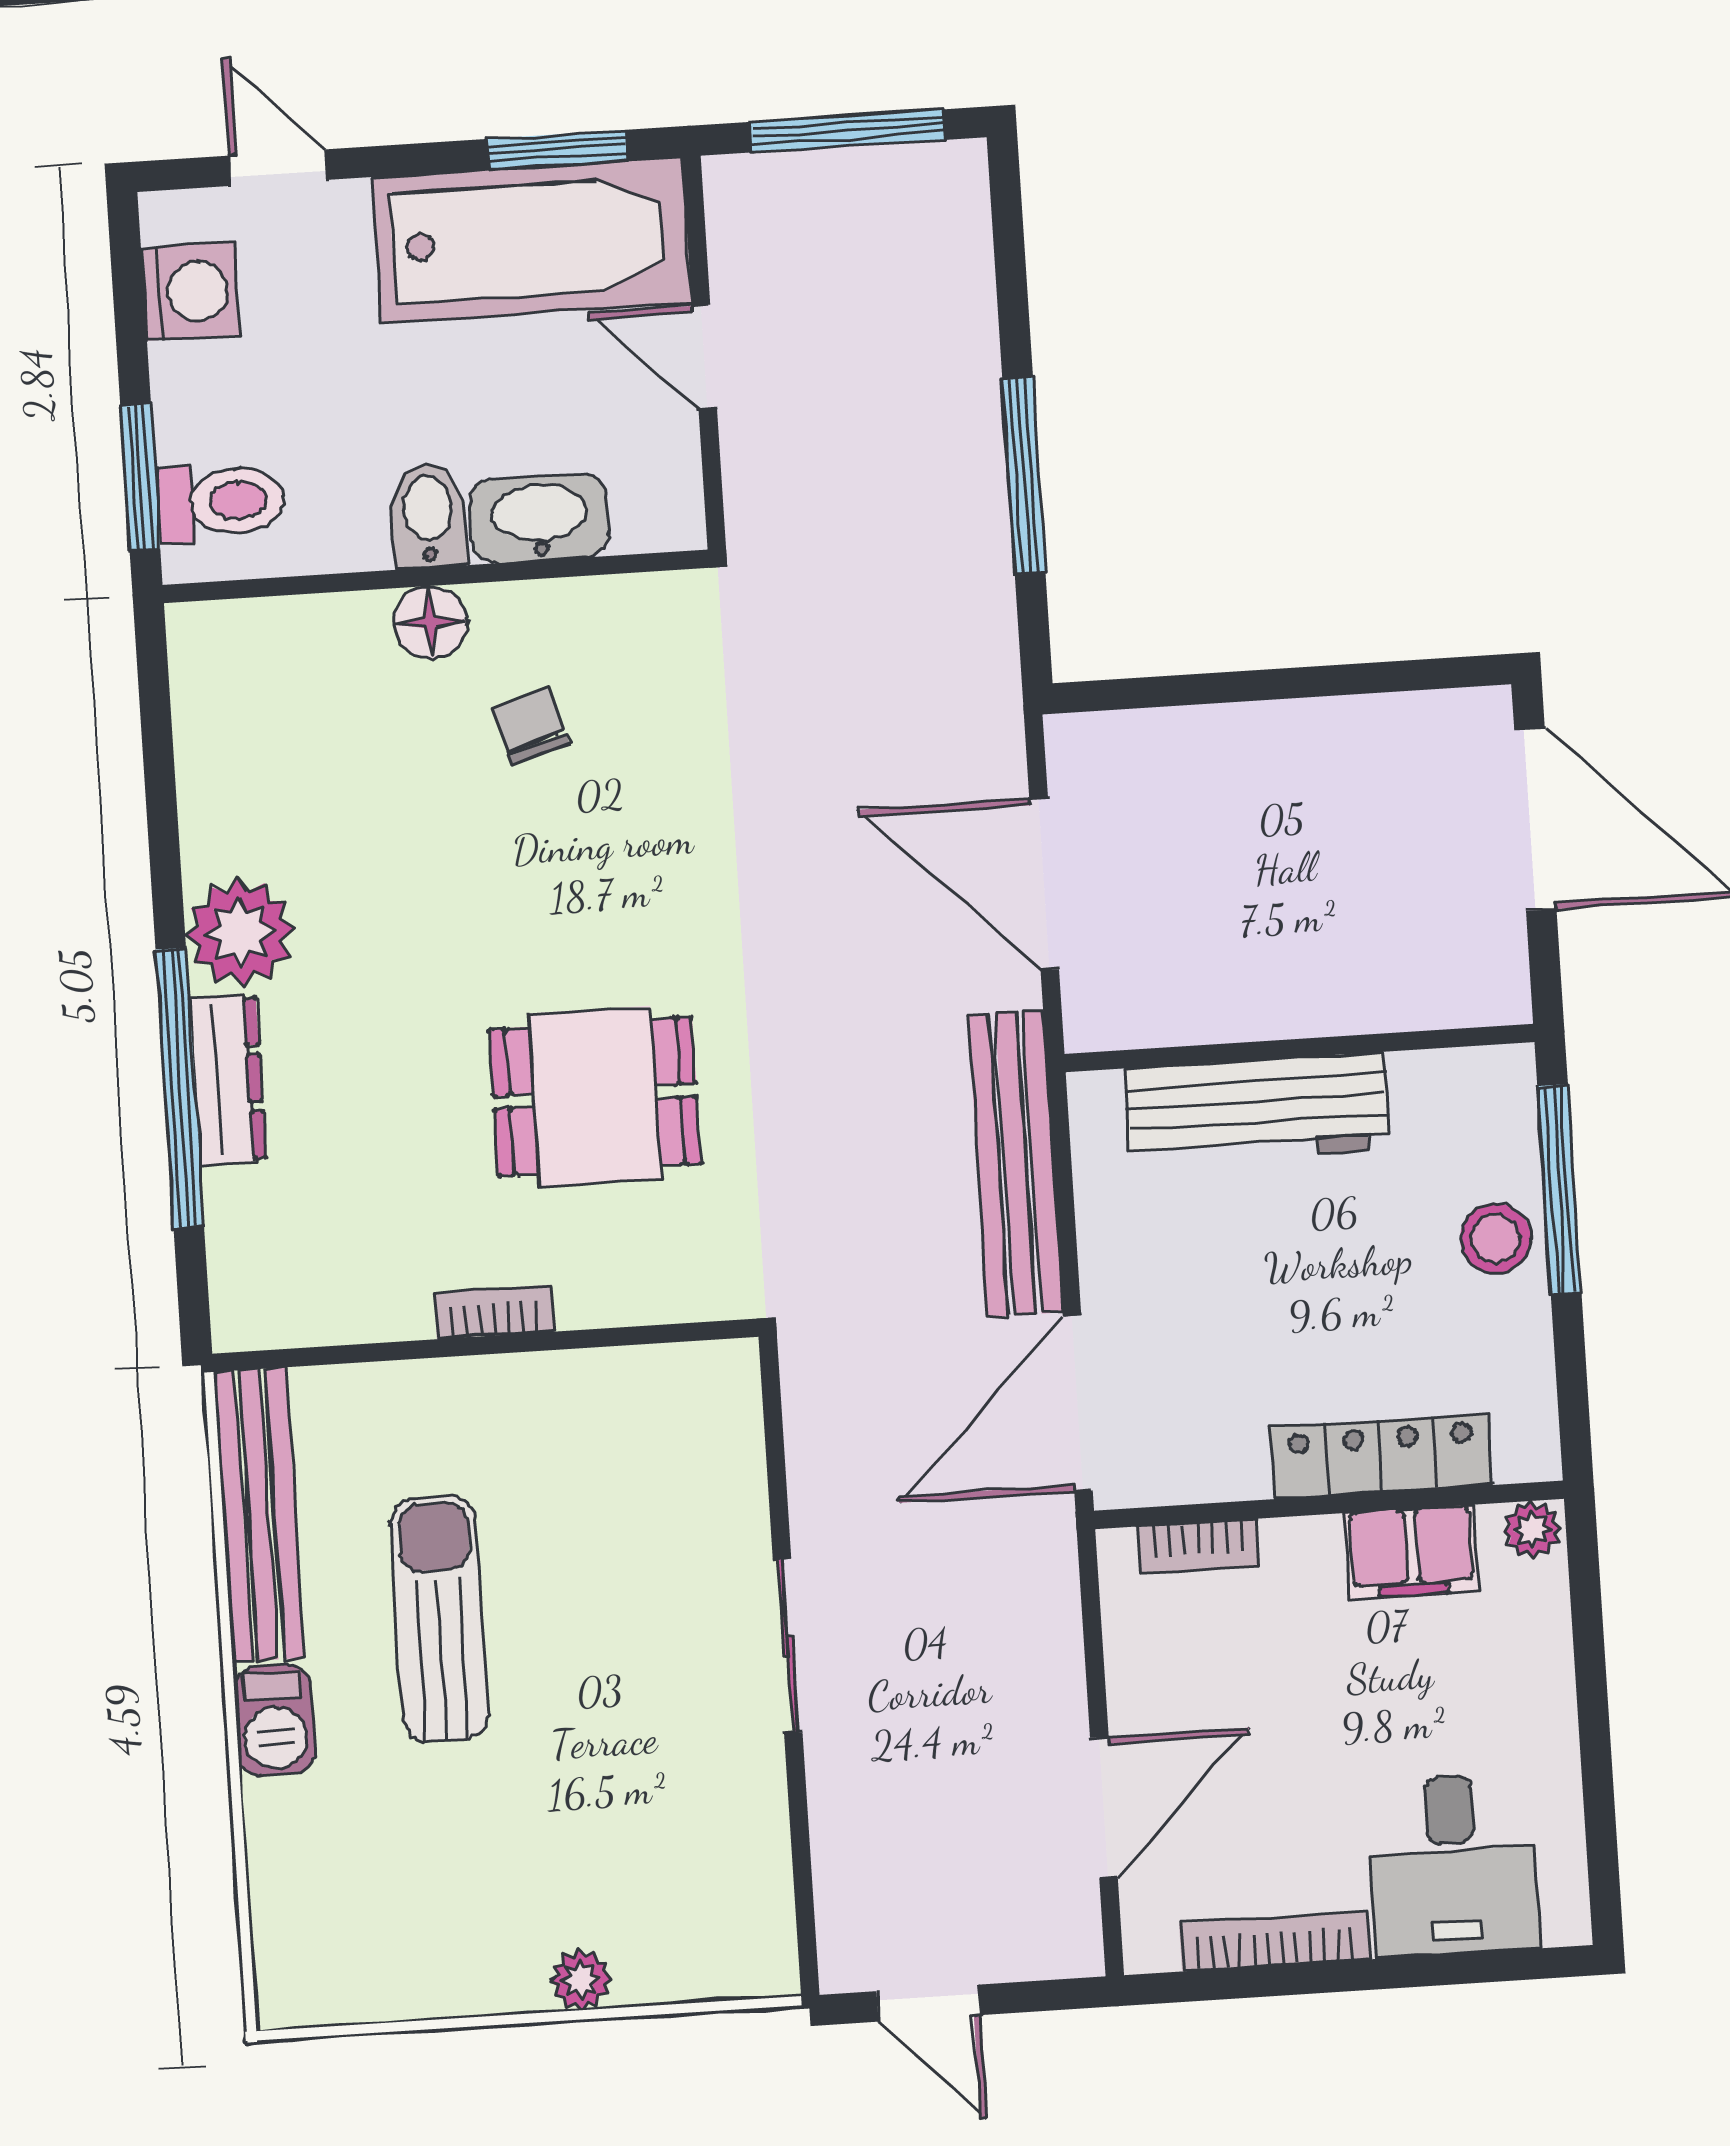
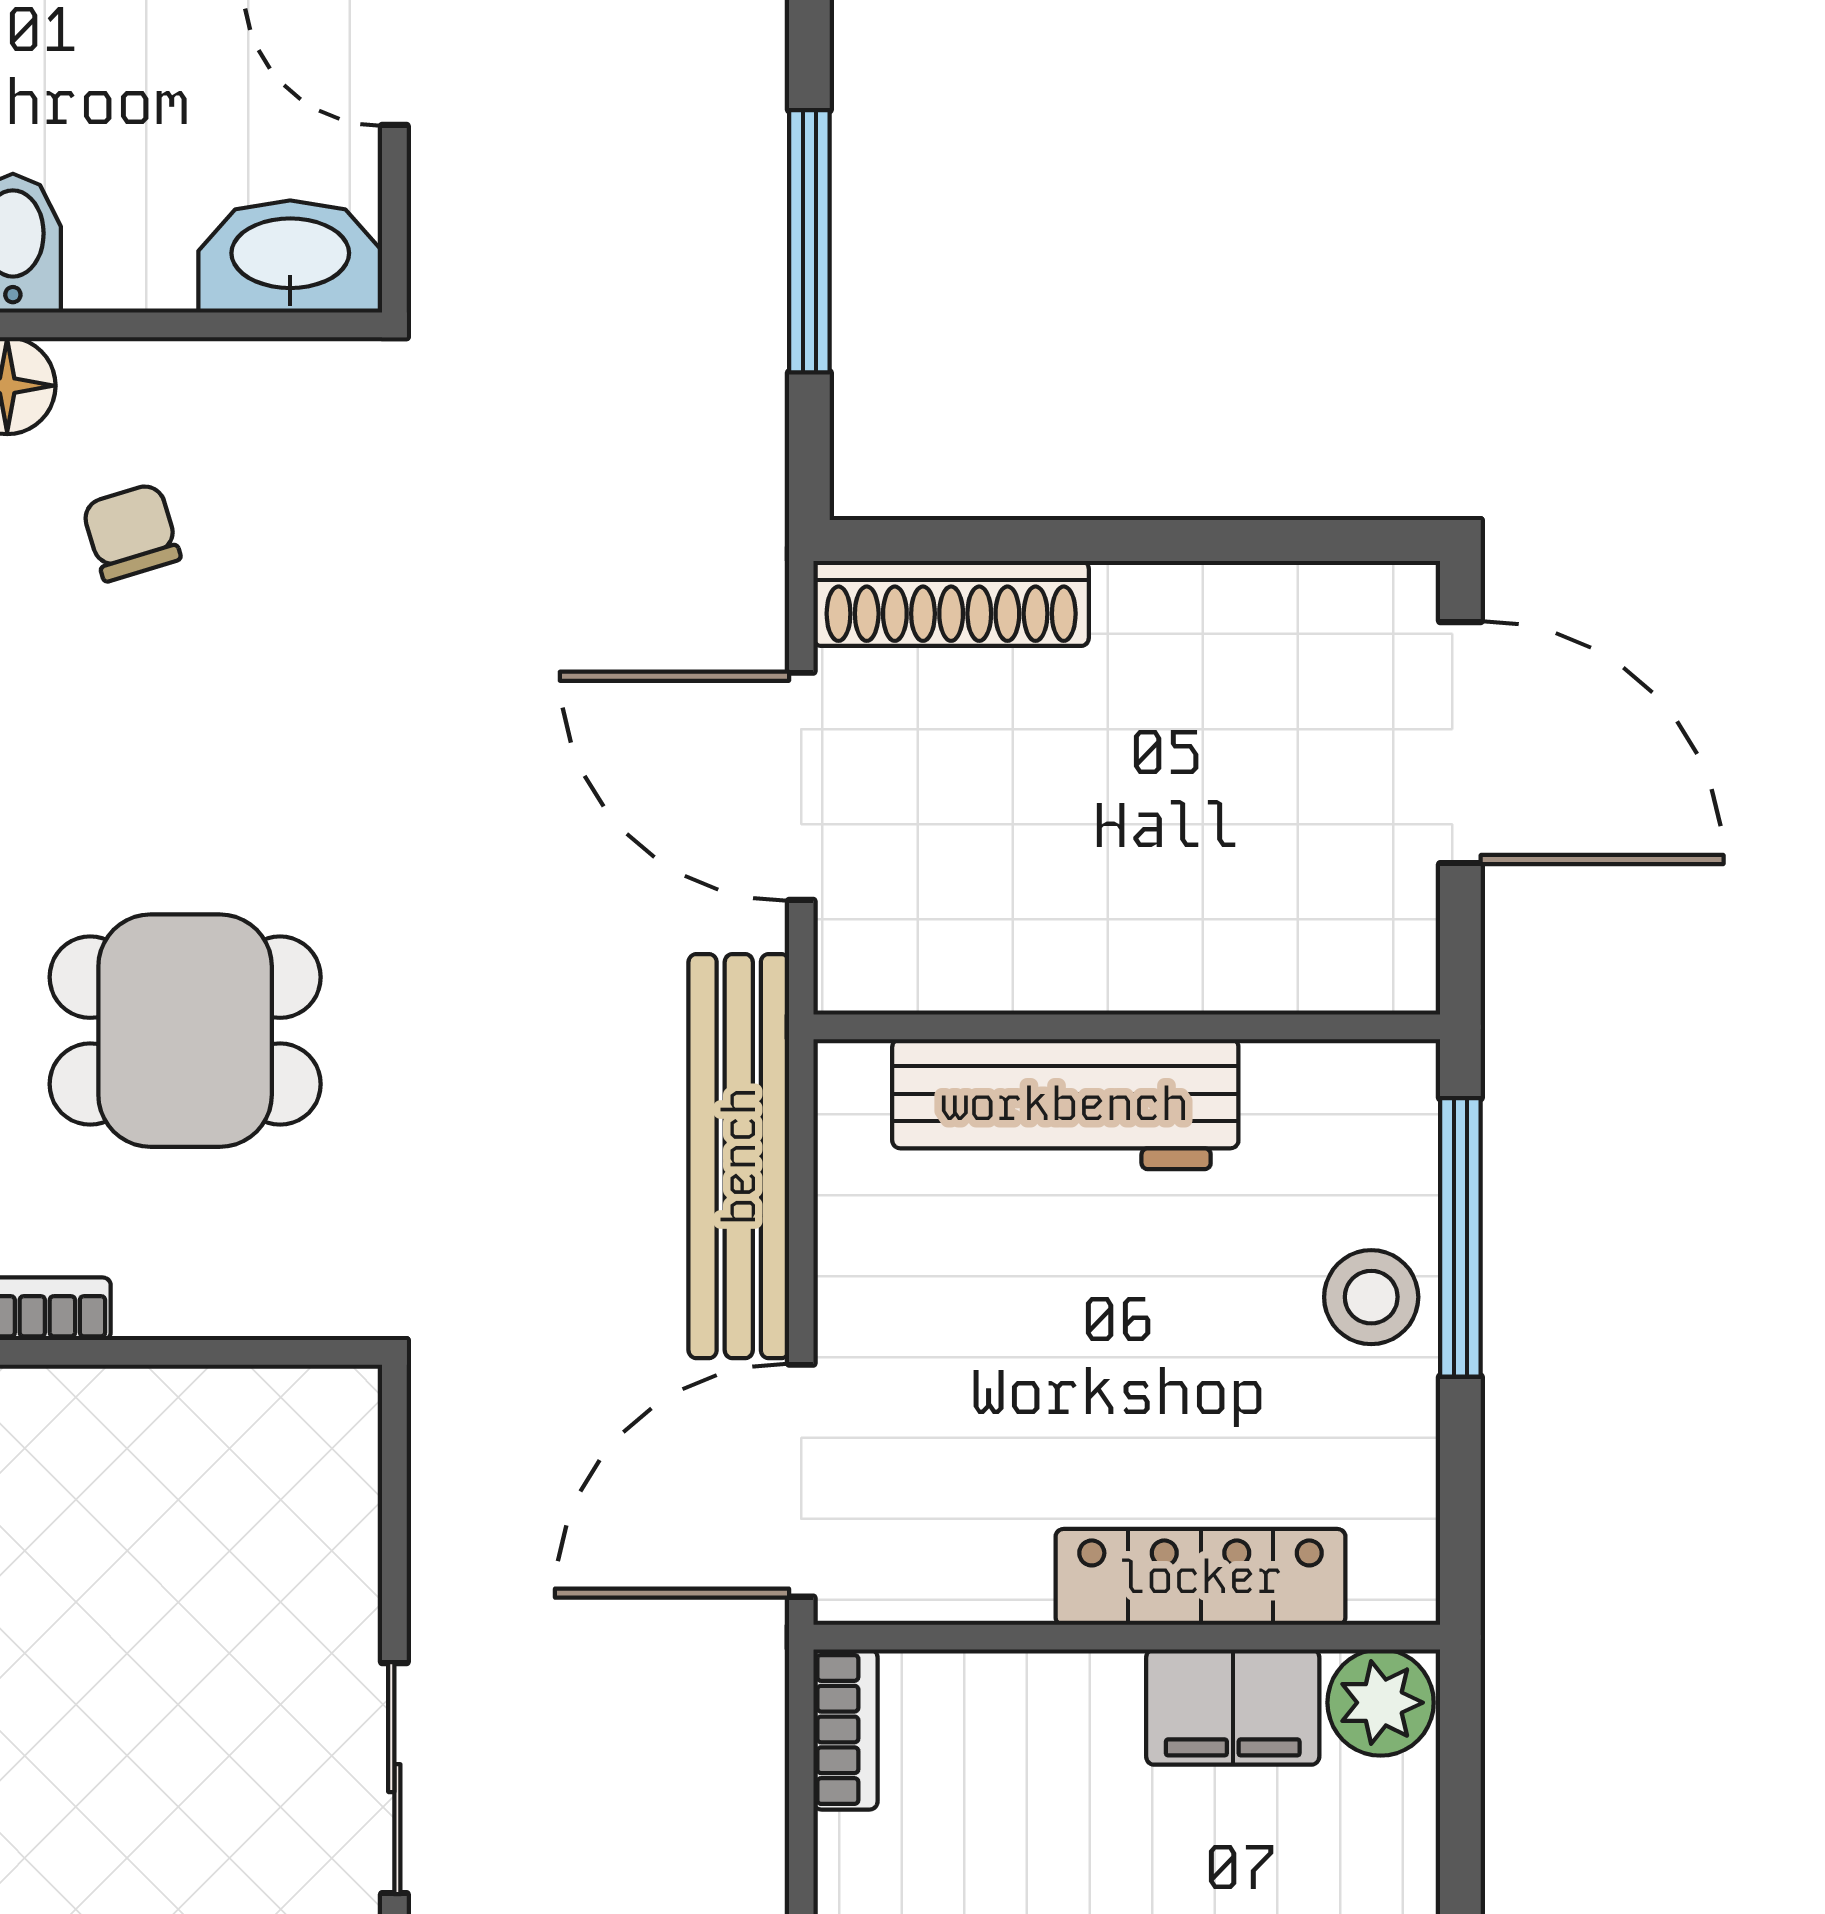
washbasin: (539, 518) -> (290, 257), moved
shoe rack: (1147, 740) -> (951, 603), added
plant: (1532, 1530) -> (1381, 1703), width x1.38, depth x1.38
bookcase: (1198, 1546) -> (845, 1729), moved, turned -90

